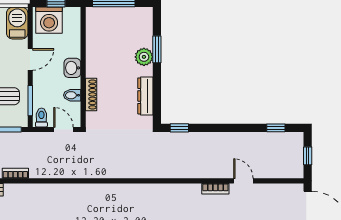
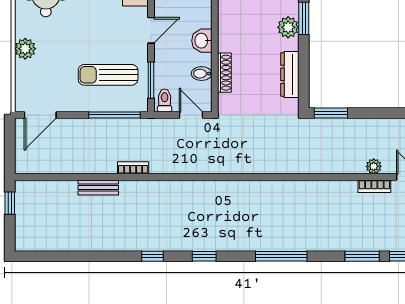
window: (179, 128) -> (331, 113), width x1.50
plant: (215, 172) -> (374, 166), added

